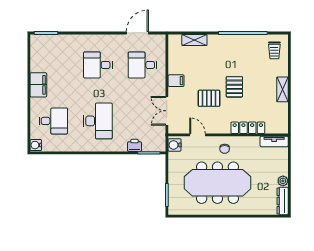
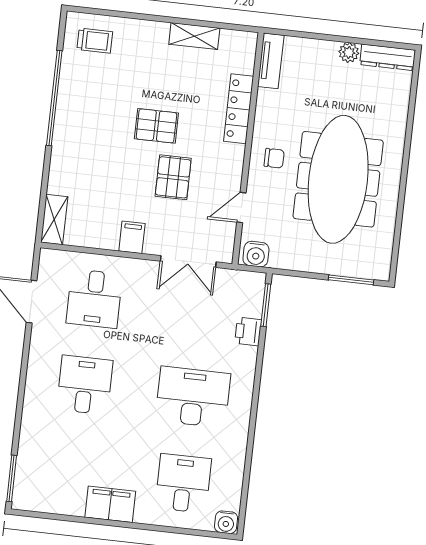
shelving: (194, 40) -> (54, 220), moved
desk: (98, 65) -> (85, 385), turned 180
shelving: (282, 89) -> (194, 36), moved

